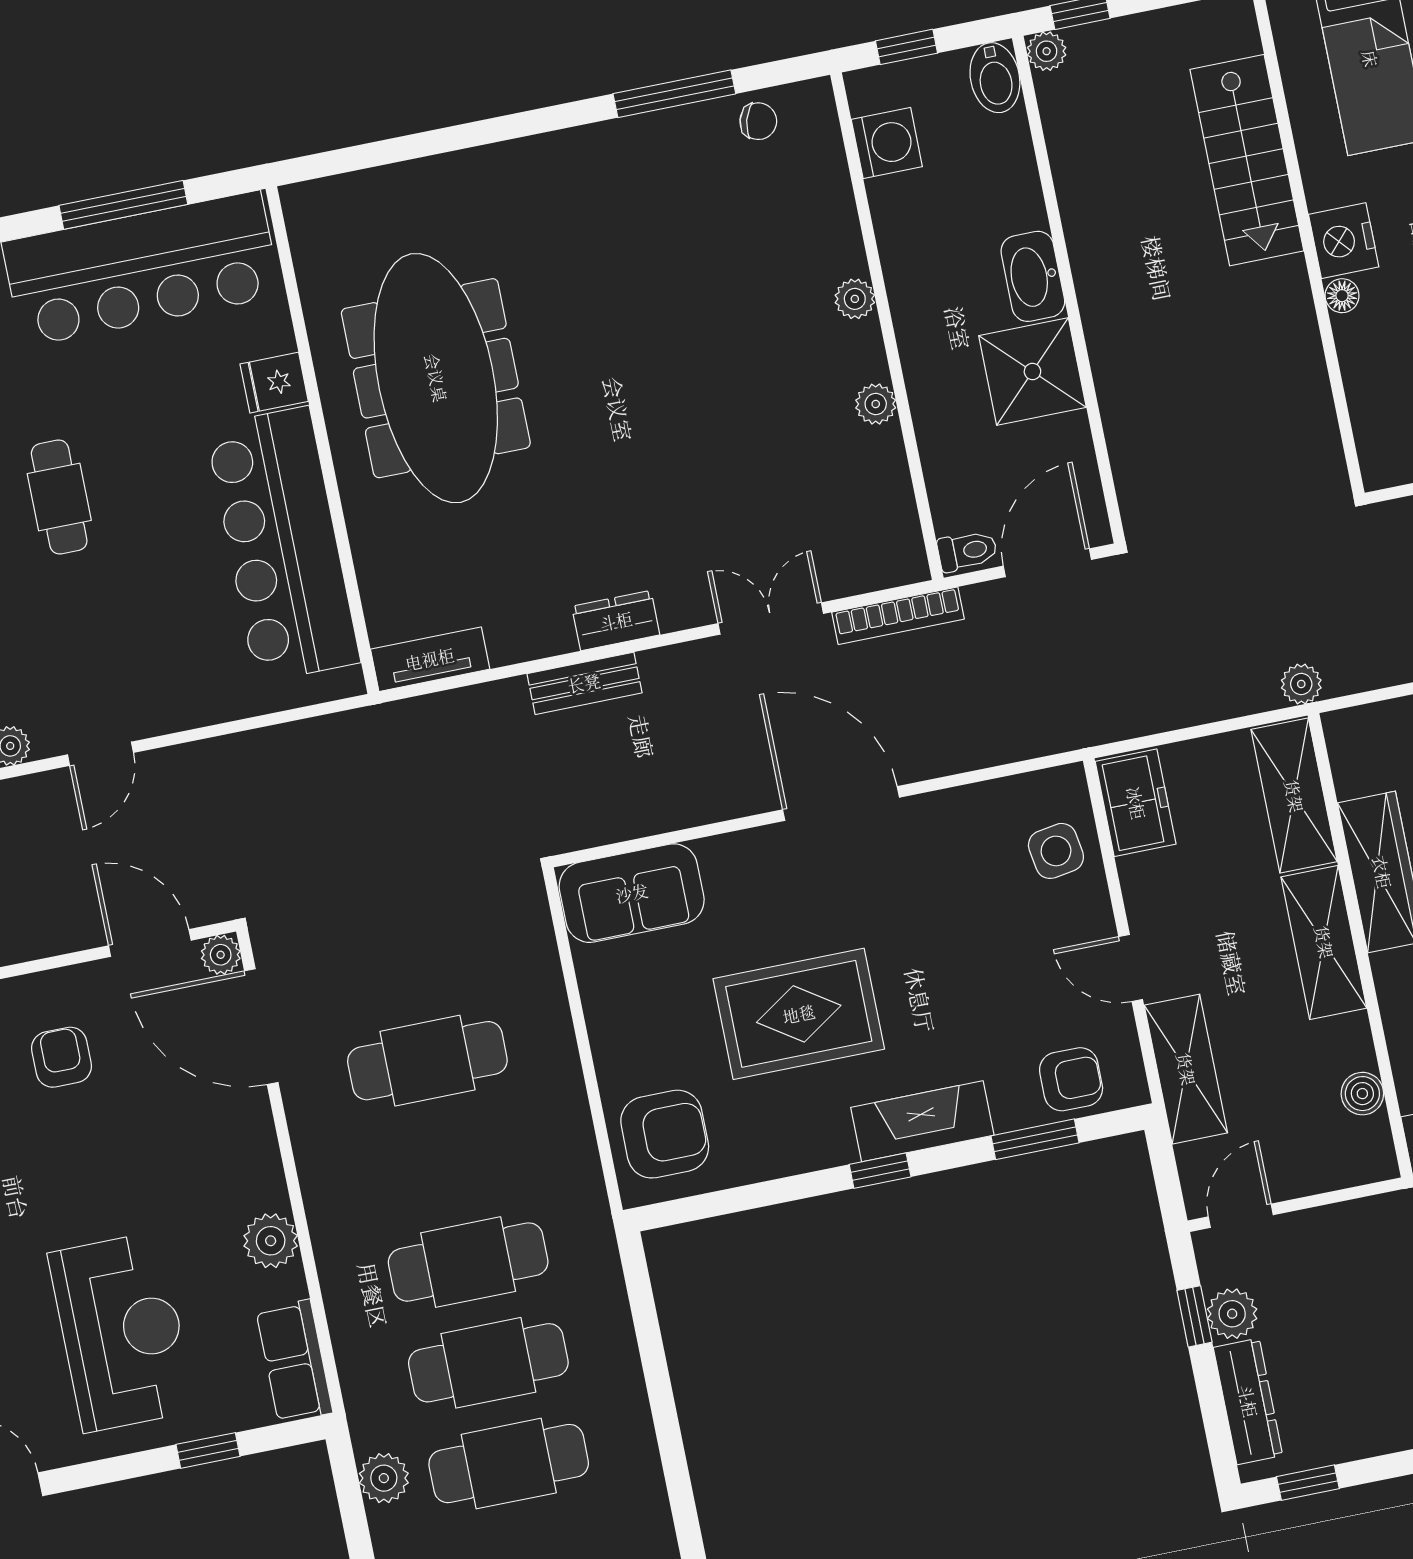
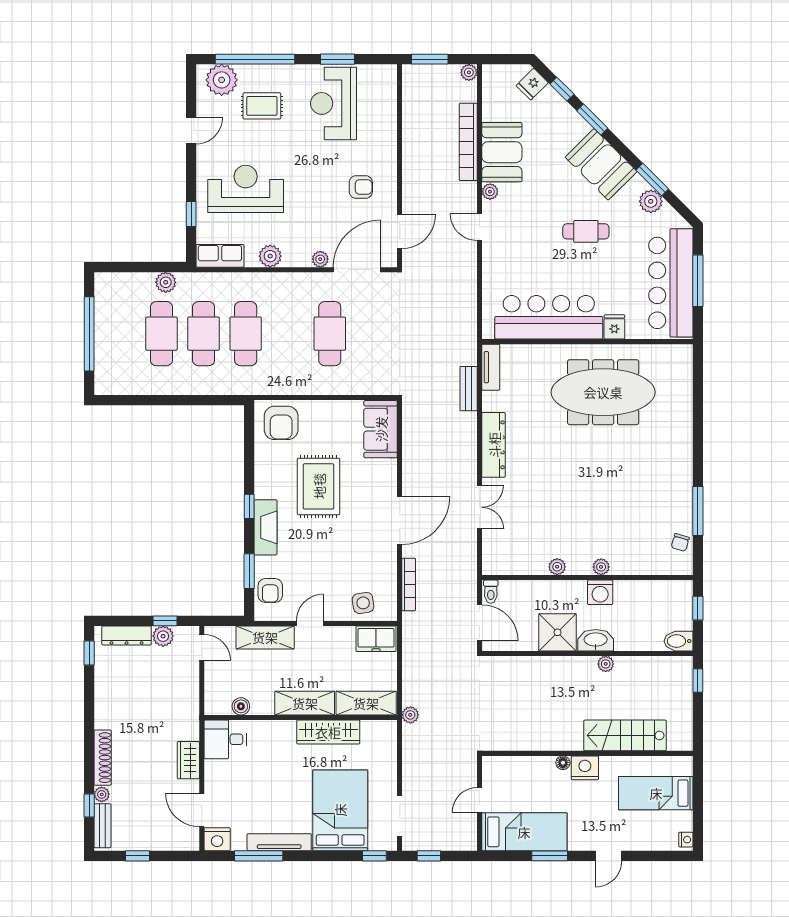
plant: (1047, 51) -> (606, 664), moved
washing machine: (887, 143) -> (600, 592), moved
bookcase: (898, 616) -> (409, 584), moved, turned 180
dresser: (616, 621) -> (494, 445), width x1.96, depth x1.24
bench: (584, 683) -> (469, 389), moved
plant: (221, 955) -> (320, 259), moved
reception desk: (122, 1332) -> (246, 189), turned 180

